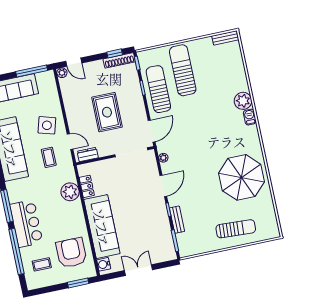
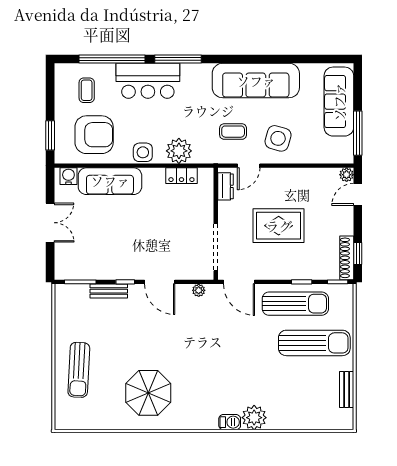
bench: (225, 38) -> (347, 390), moved
parasol: (241, 177) -> (148, 393), width x0.73, depth x0.73
side table: (76, 217) -> (143, 152), added
sofa: (102, 227) -> (110, 181), width x0.74, depth x0.79

